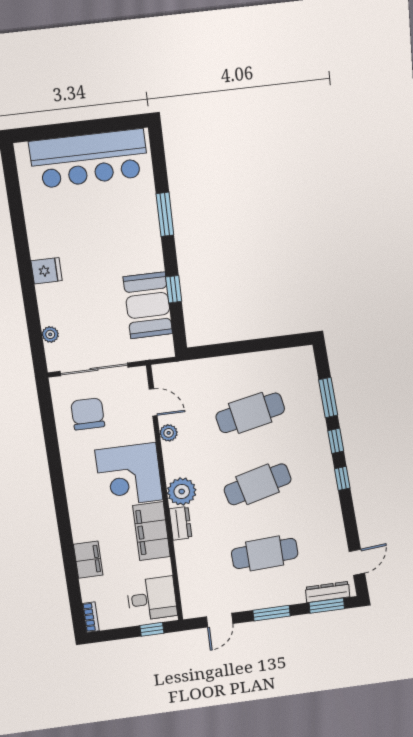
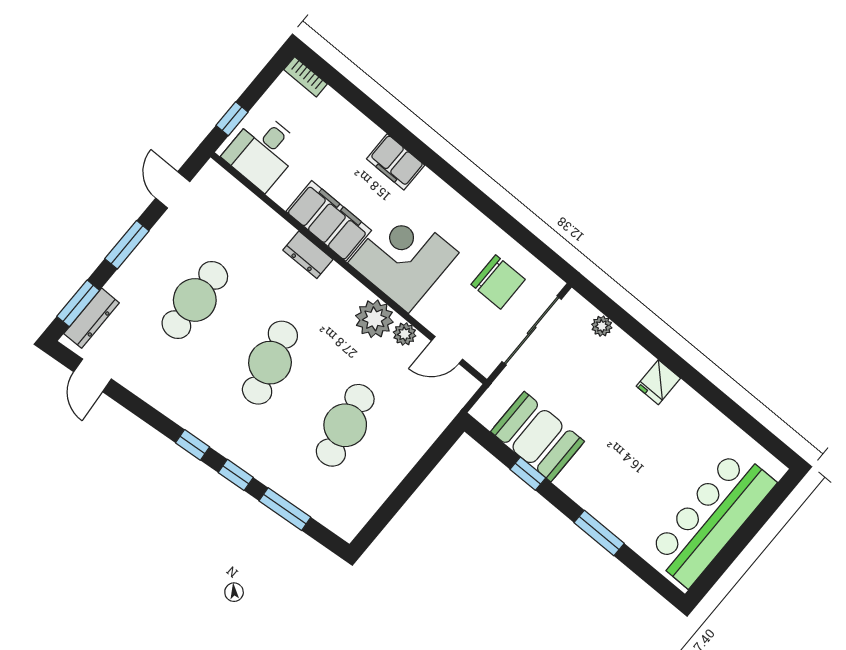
plant: (182, 492) -> (374, 319), moved
filing cabinet: (88, 560) -> (396, 162), moved

